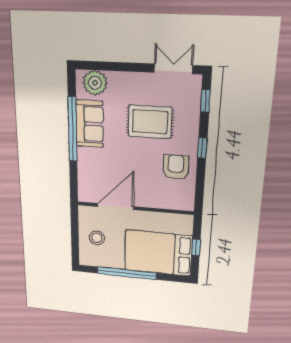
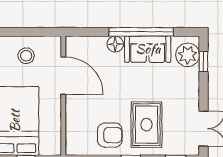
window: (102, 66) -> (203, 62), added
rug: (150, 122) -> (147, 125), moved
floor lamp: (85, 156) -> (115, 44), added

